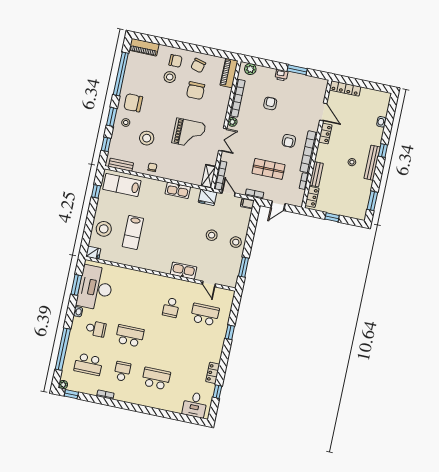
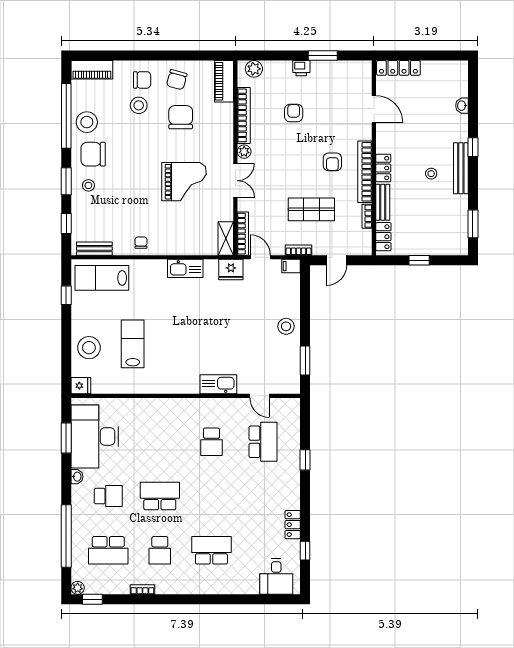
chair: (196, 91) -> (181, 117), turned 180
locker: (325, 134) -> (383, 168), moved
stool: (147, 138) -> (87, 122), moved
lab bench: (133, 232) -> (133, 344), turned 180
stool: (212, 235) -> (249, 324), removed
school desk: (205, 315) -> (263, 442), turned 90
school desk: (122, 371) -> (160, 550), turned 180

